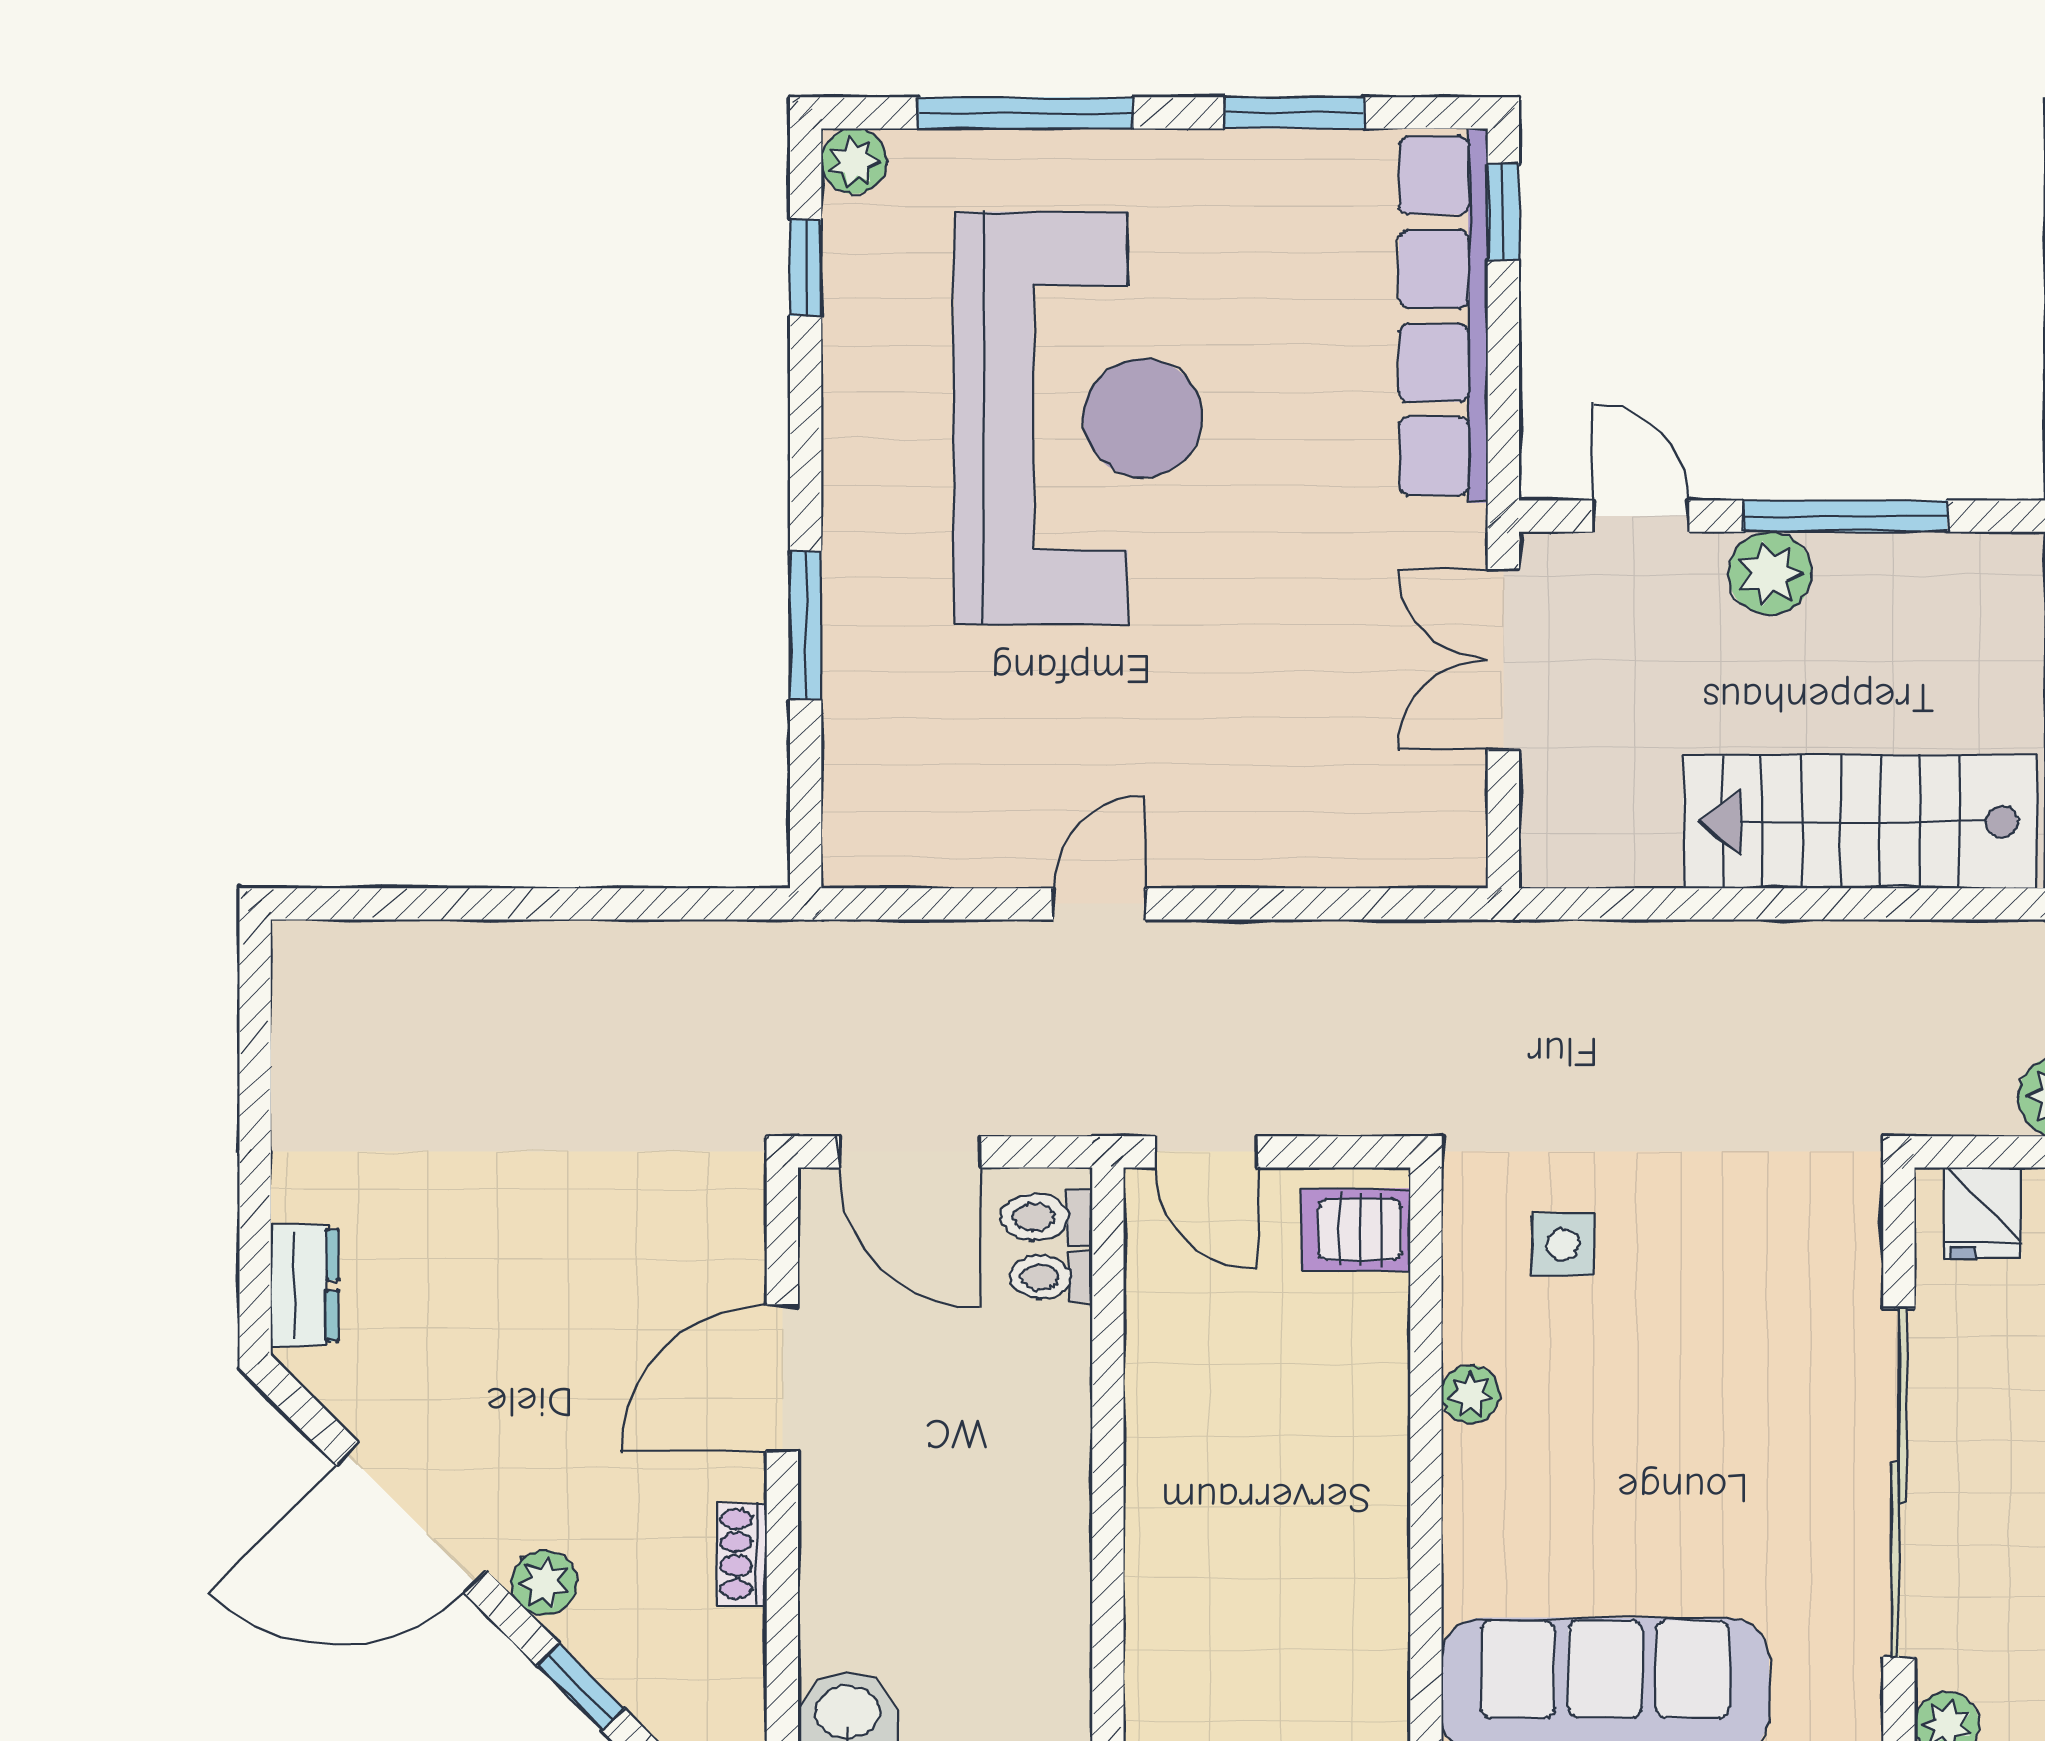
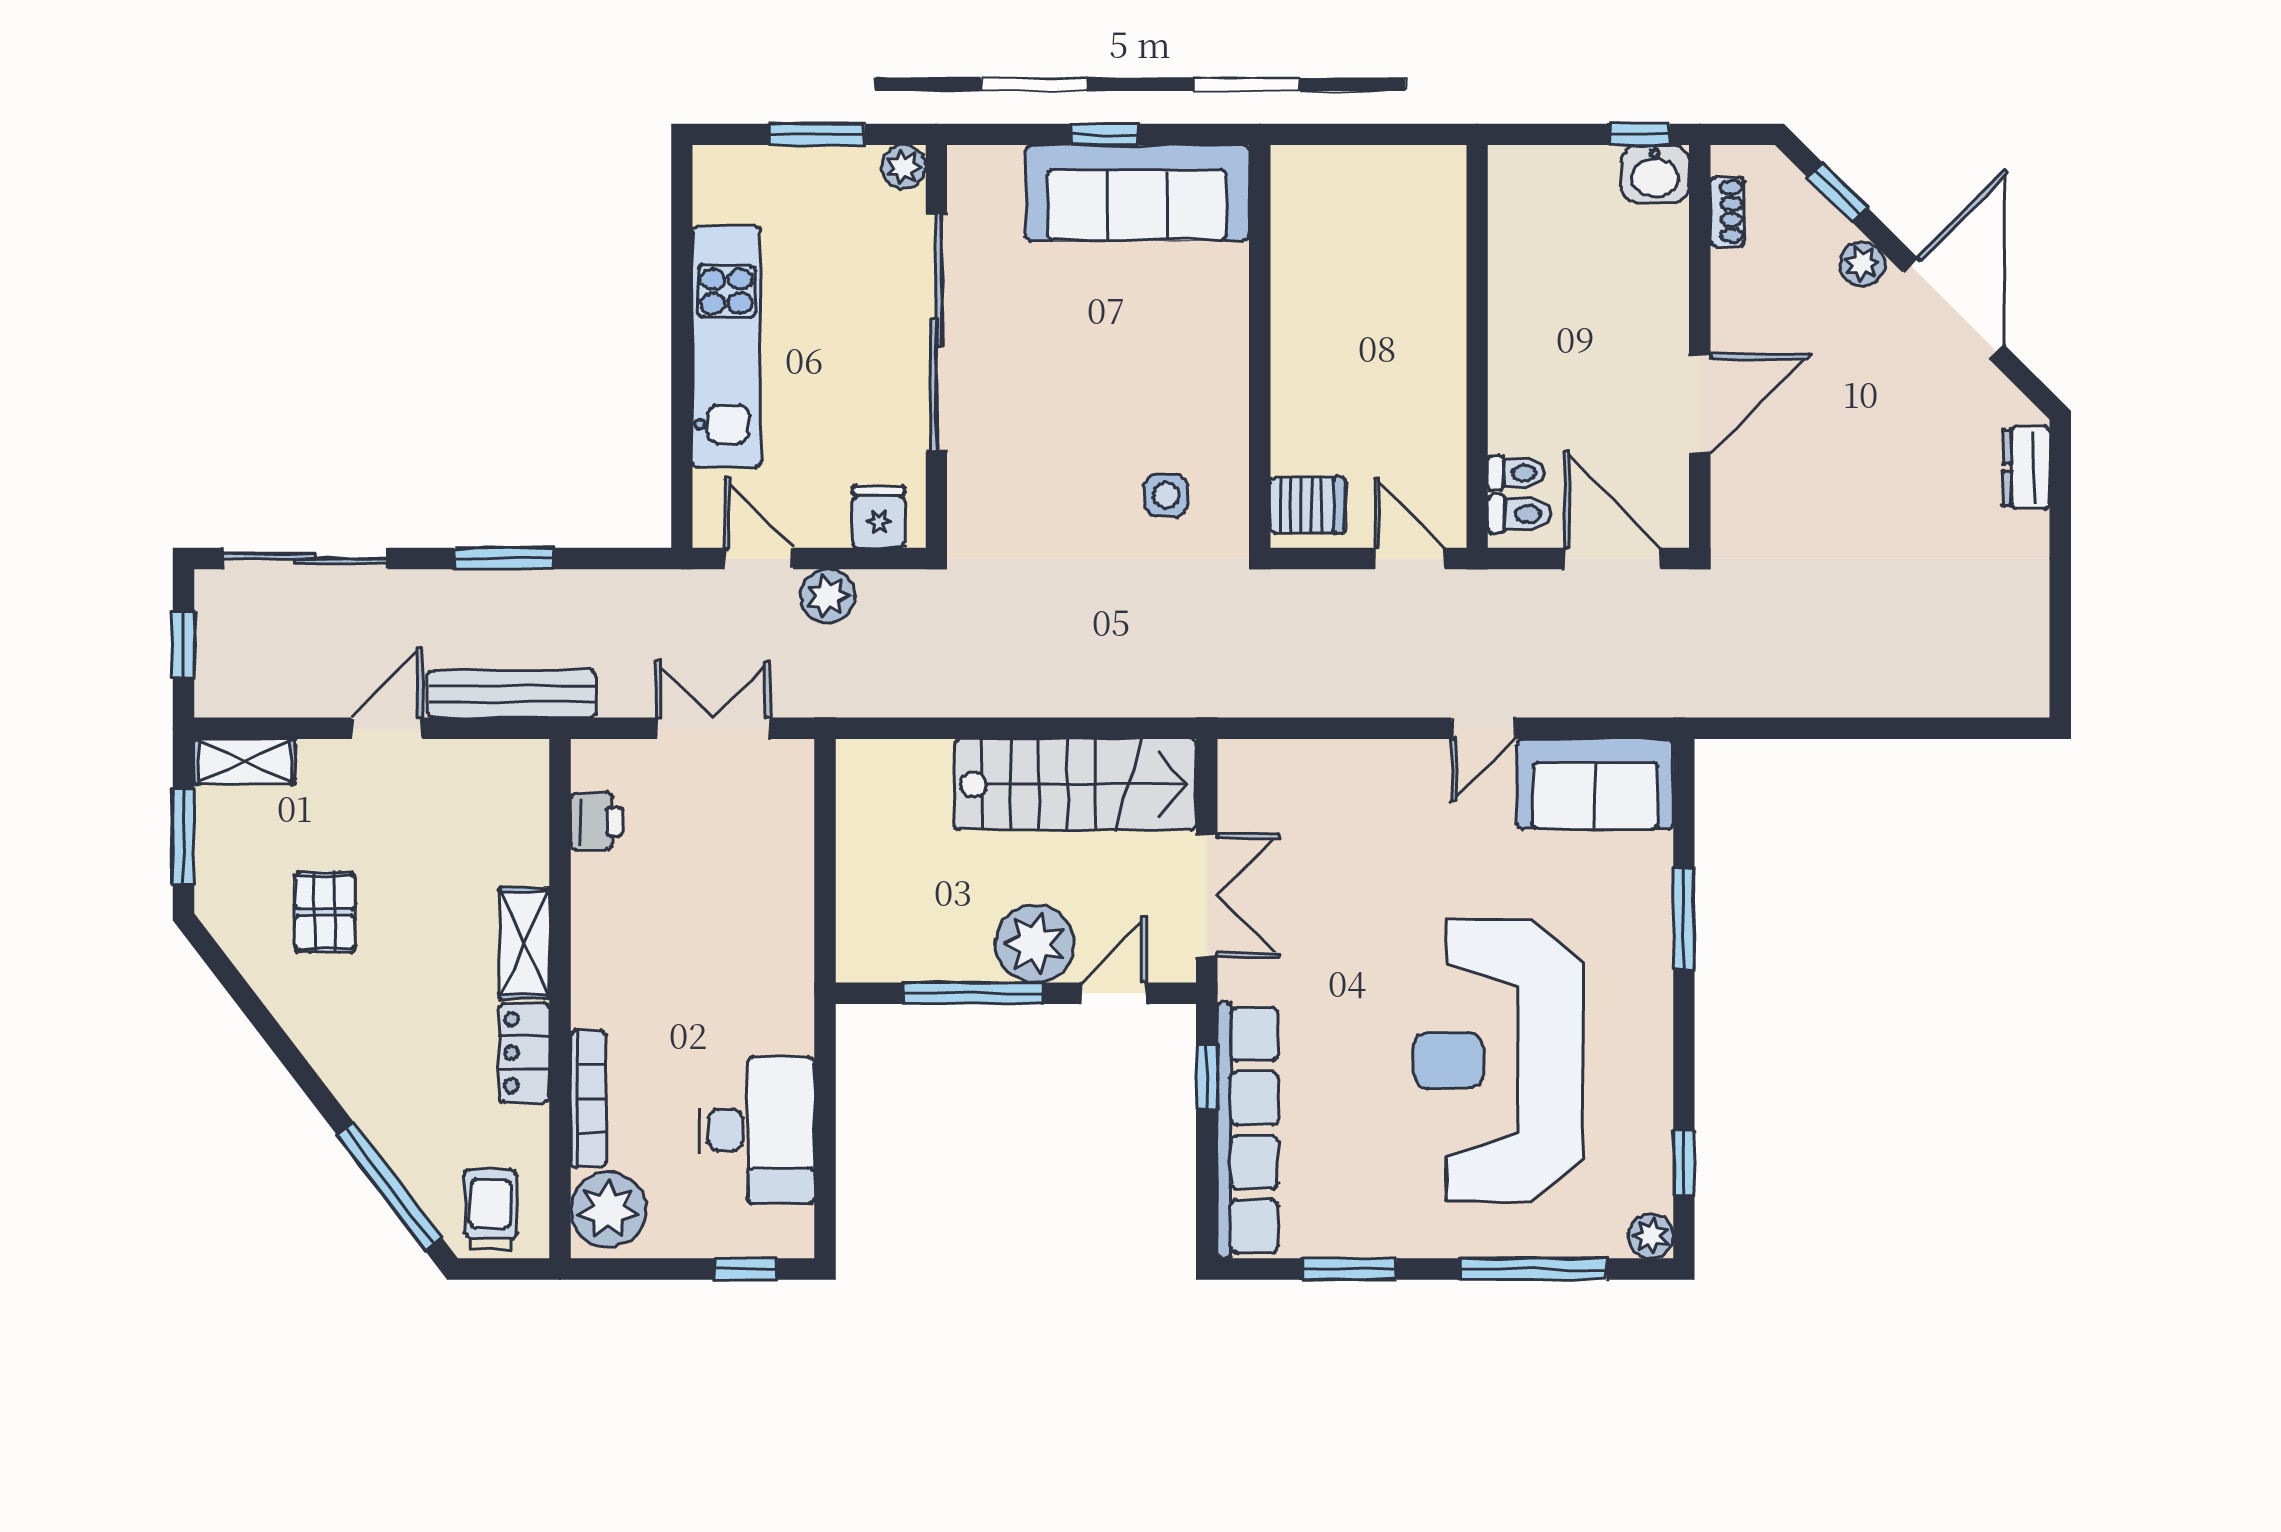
window: (1503, 212) -> (1207, 1077), moved
door: (1640, 516) -> (1113, 993), swing flipped
plant: (1770, 573) -> (1035, 944), width x1.36, depth x1.36
sofa: (935, 822) -> (1595, 784), added
stairs: (1860, 822) -> (1075, 784), moved
plant: (1471, 1394) -> (1229, 393), removed
door: (411, 1518) -> (1953, 308), hinge flipped
shoe rack: (742, 1554) -> (1727, 211), moved

